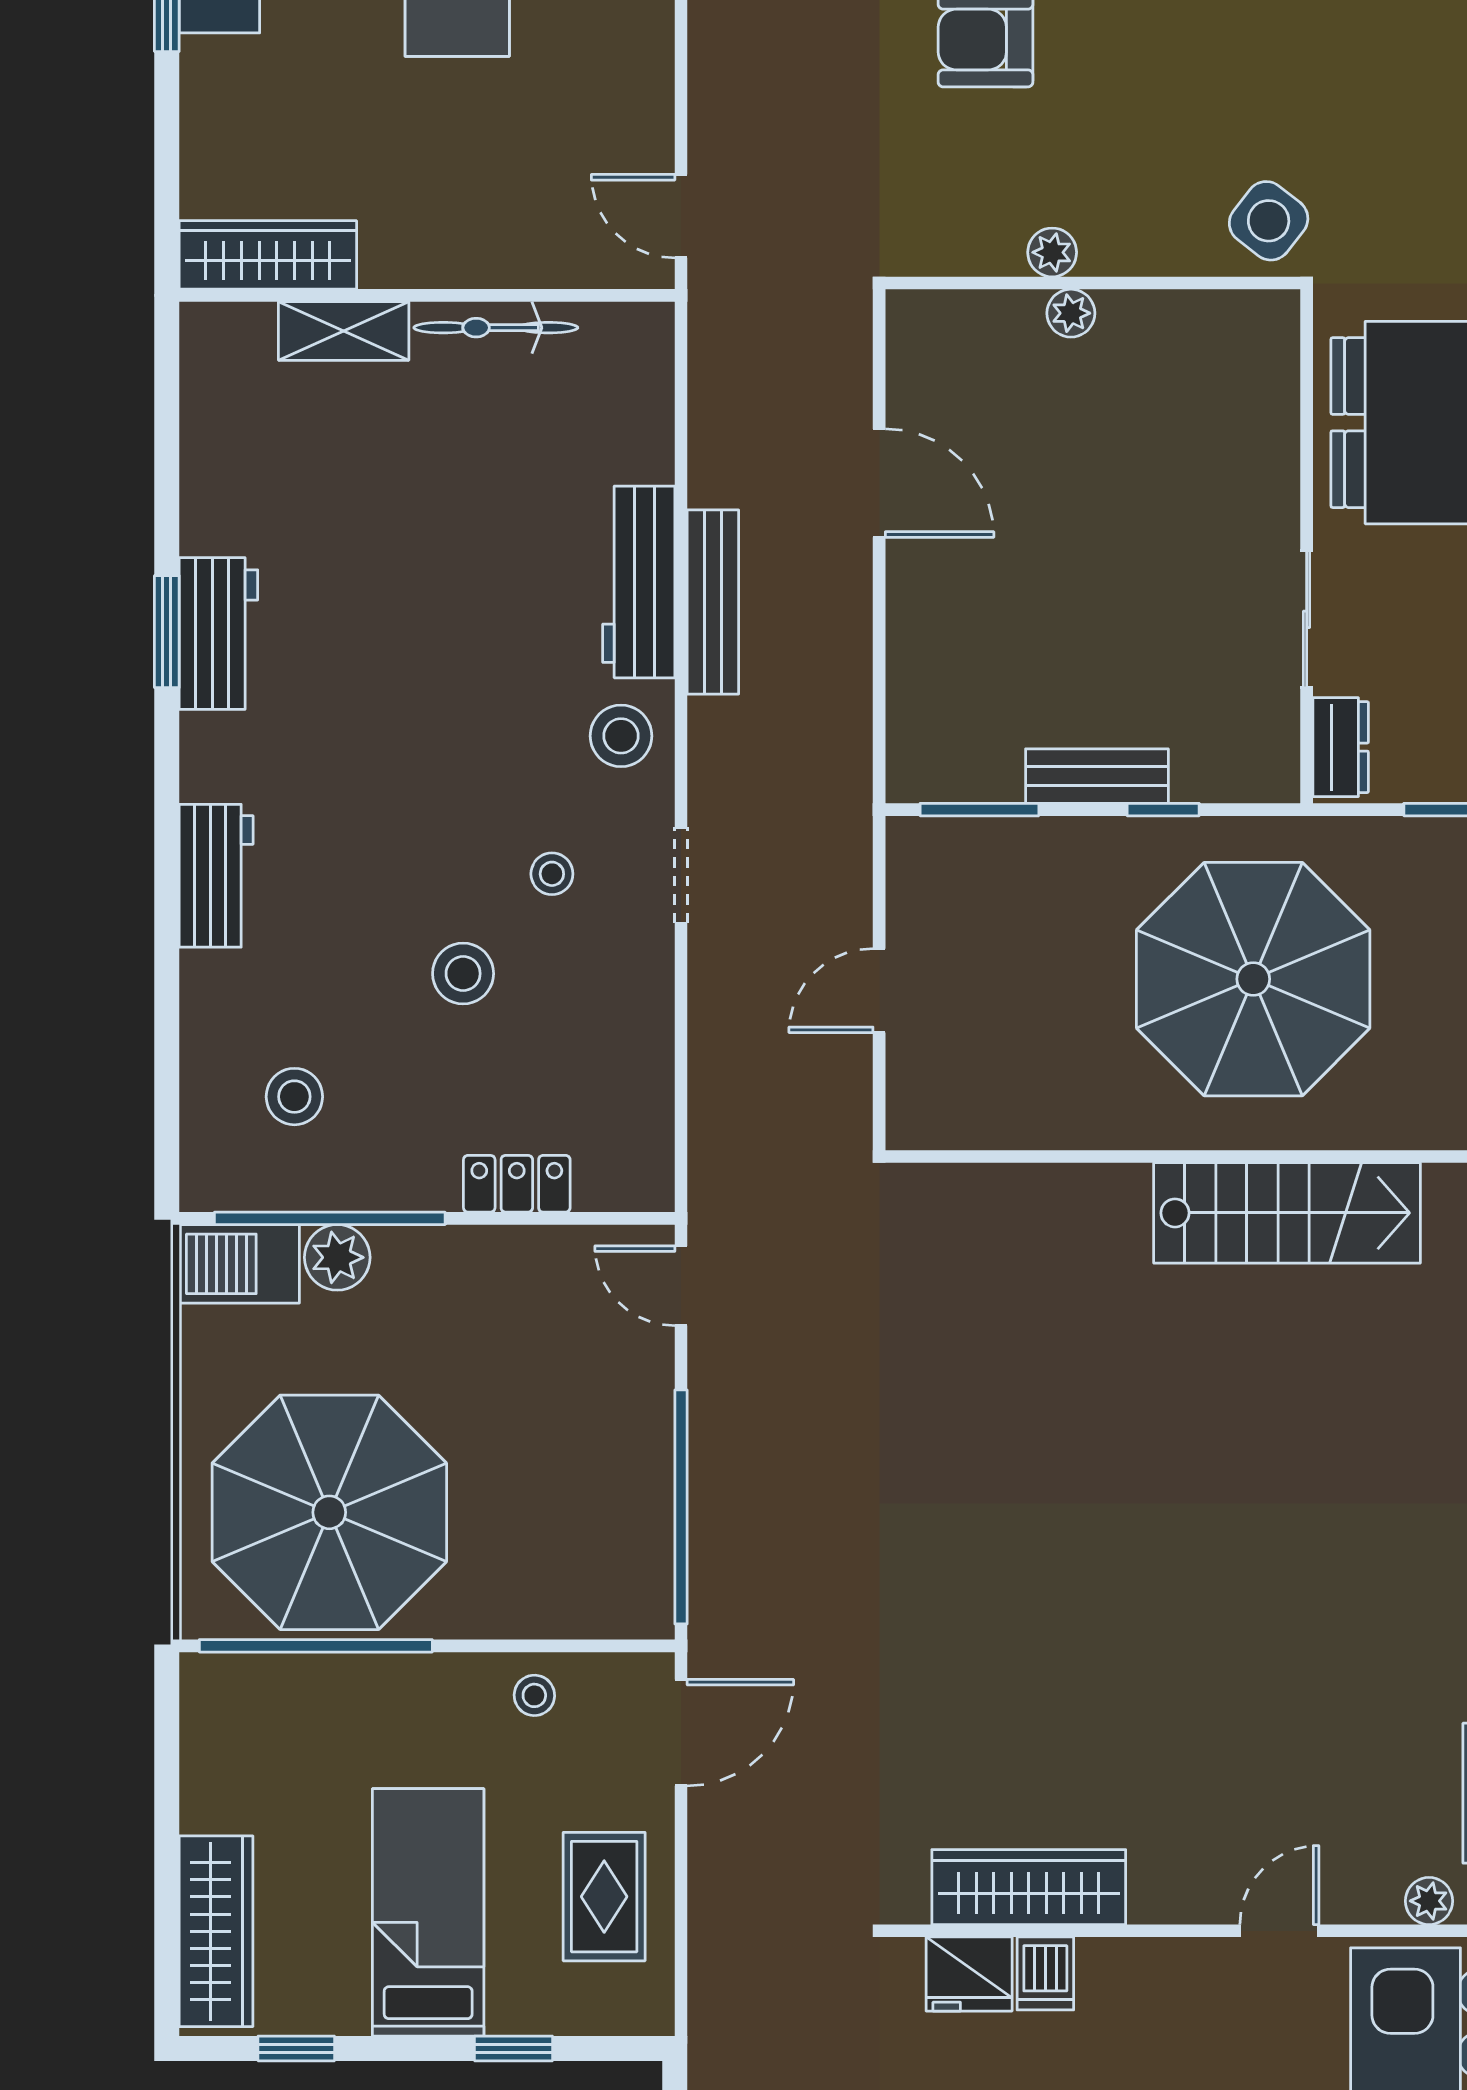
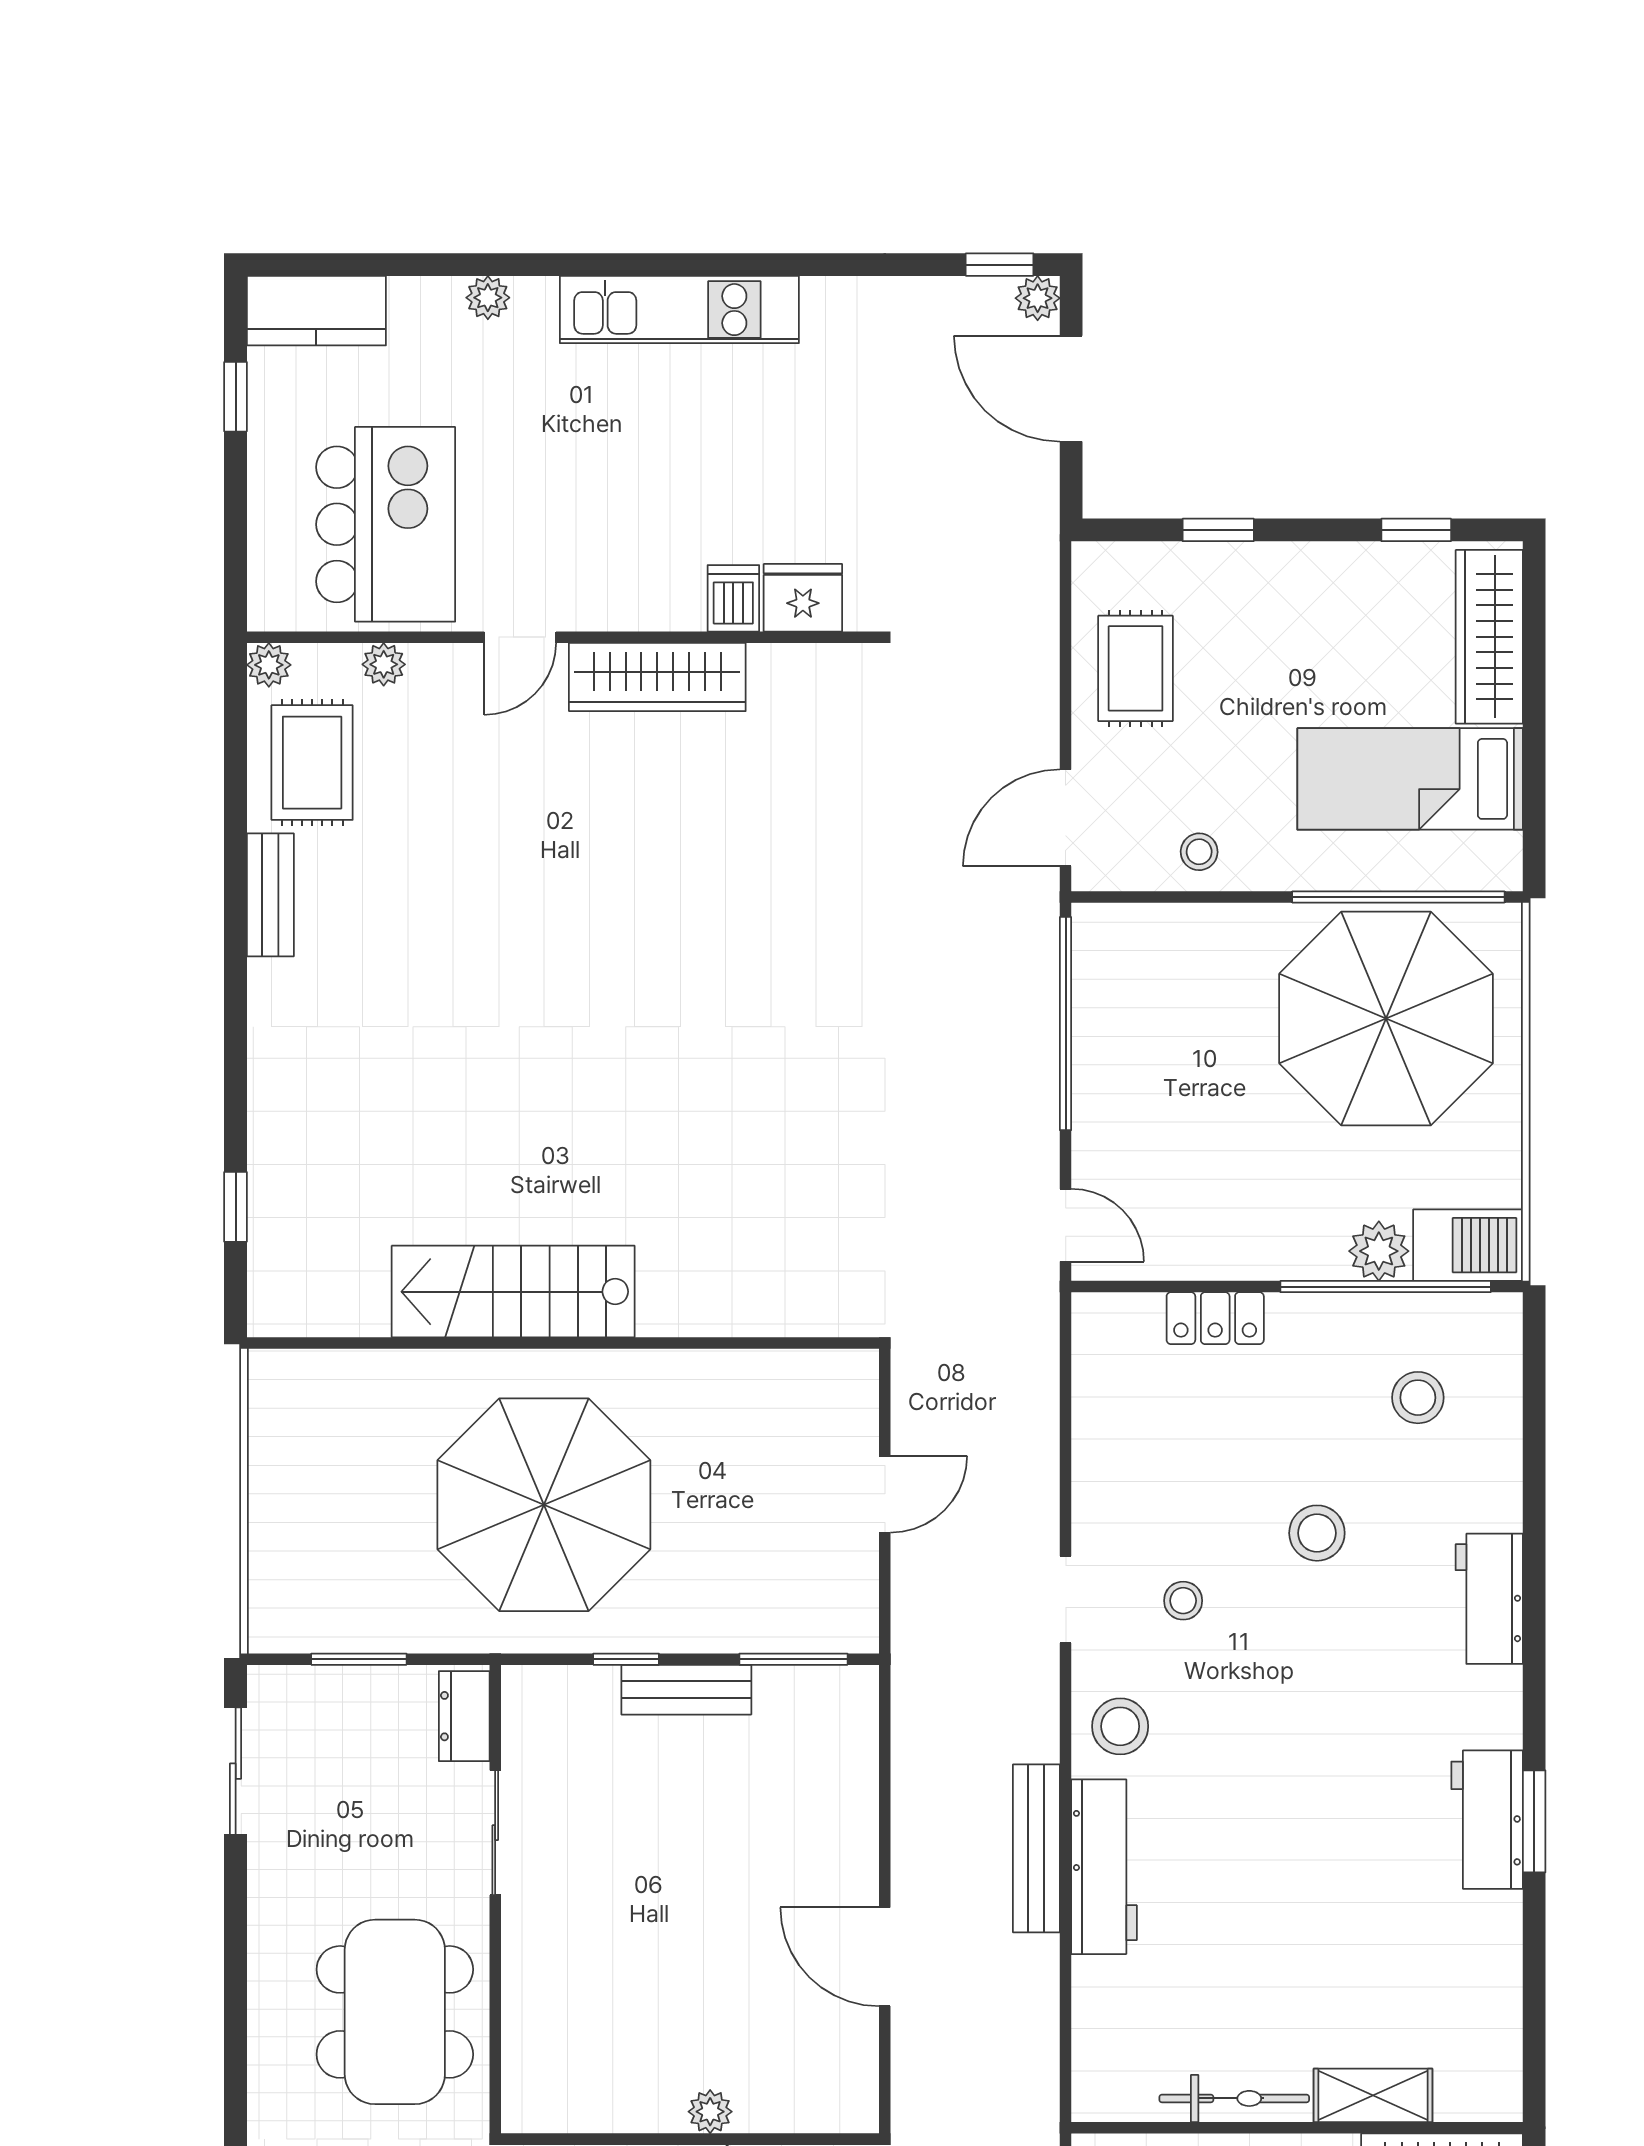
stool: (463, 974) -> (1317, 1533), moved
wardrobe: (1029, 1887) -> (657, 677), moved
bed: (428, 1912) -> (1410, 779), moved, turned 90

